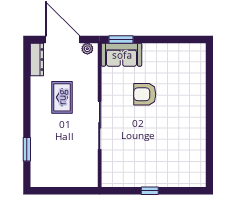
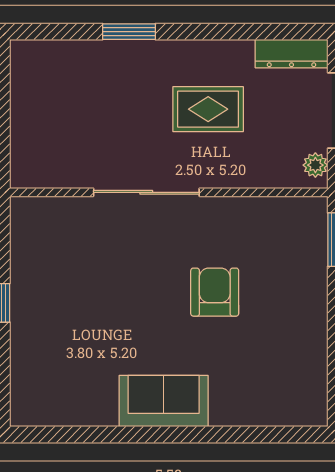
sofa: (122, 55) -> (164, 401), moved, turned 90
window: (27, 149) -> (129, 32), moved

